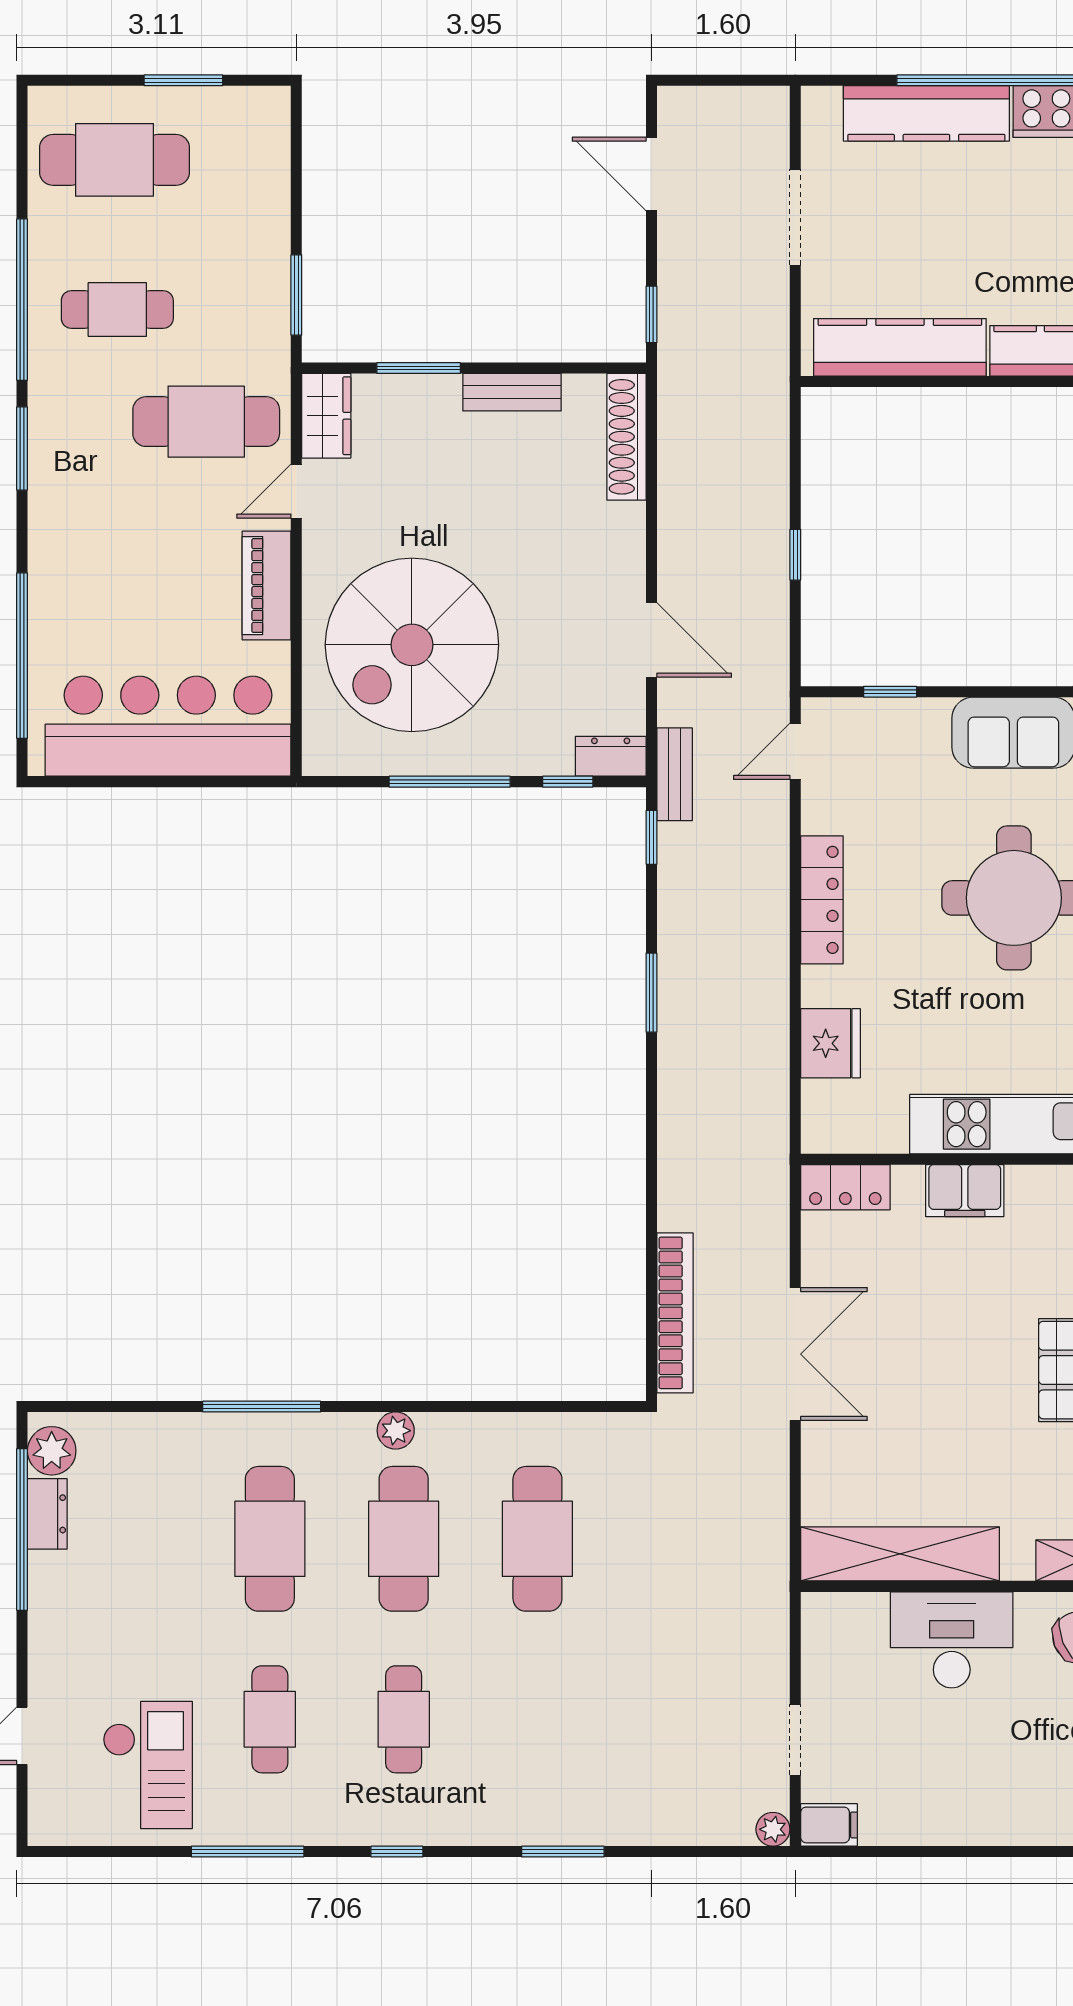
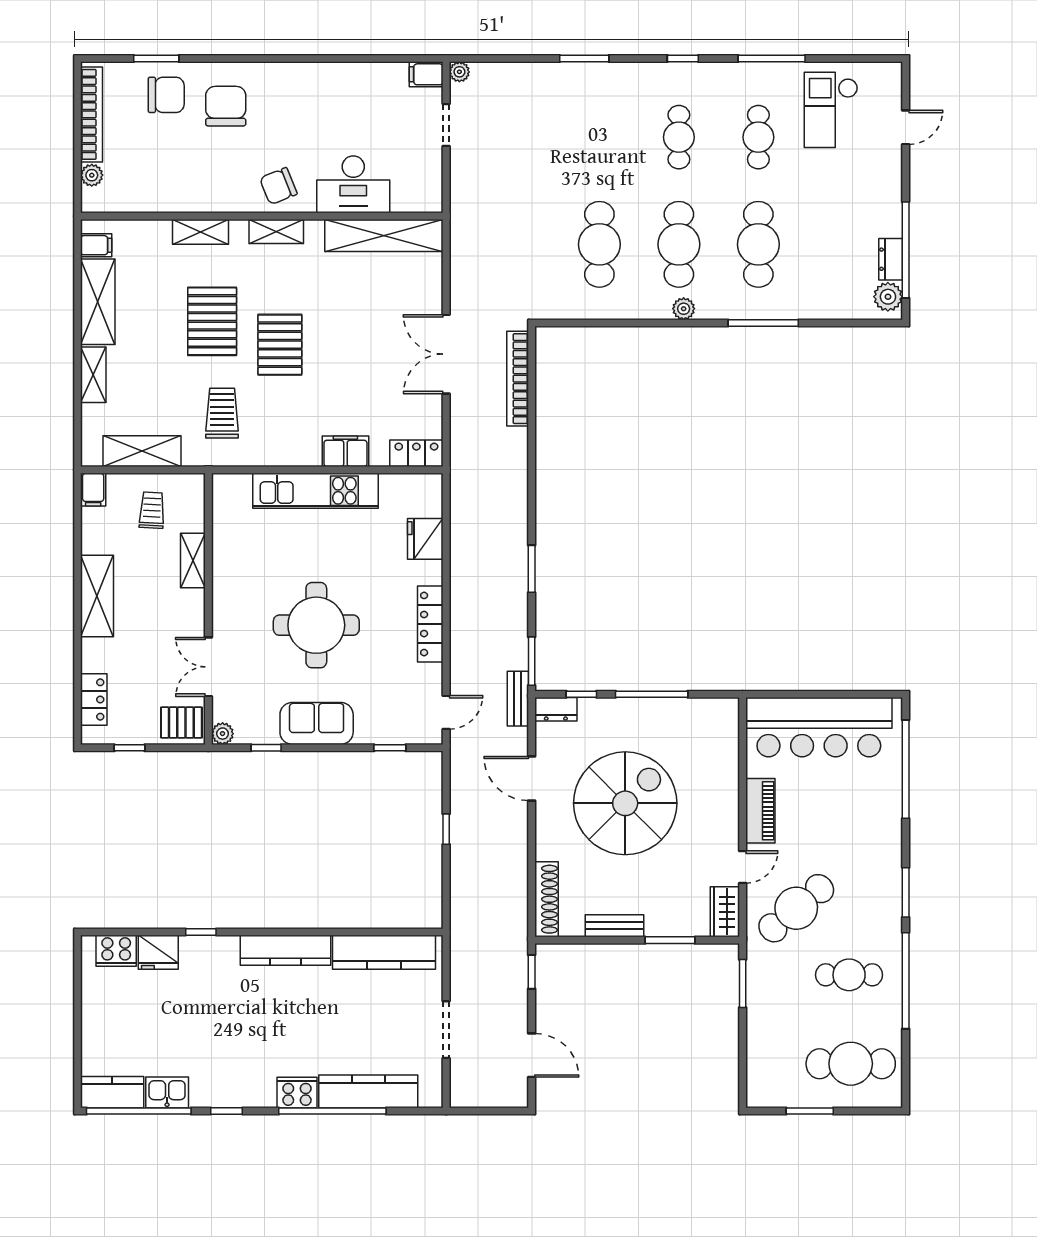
cafe table: (206, 422) -> (796, 908), turned -40
spiral stairs: (412, 645) -> (625, 803), moved
window: (651, 837) -> (532, 661), width x1.50

